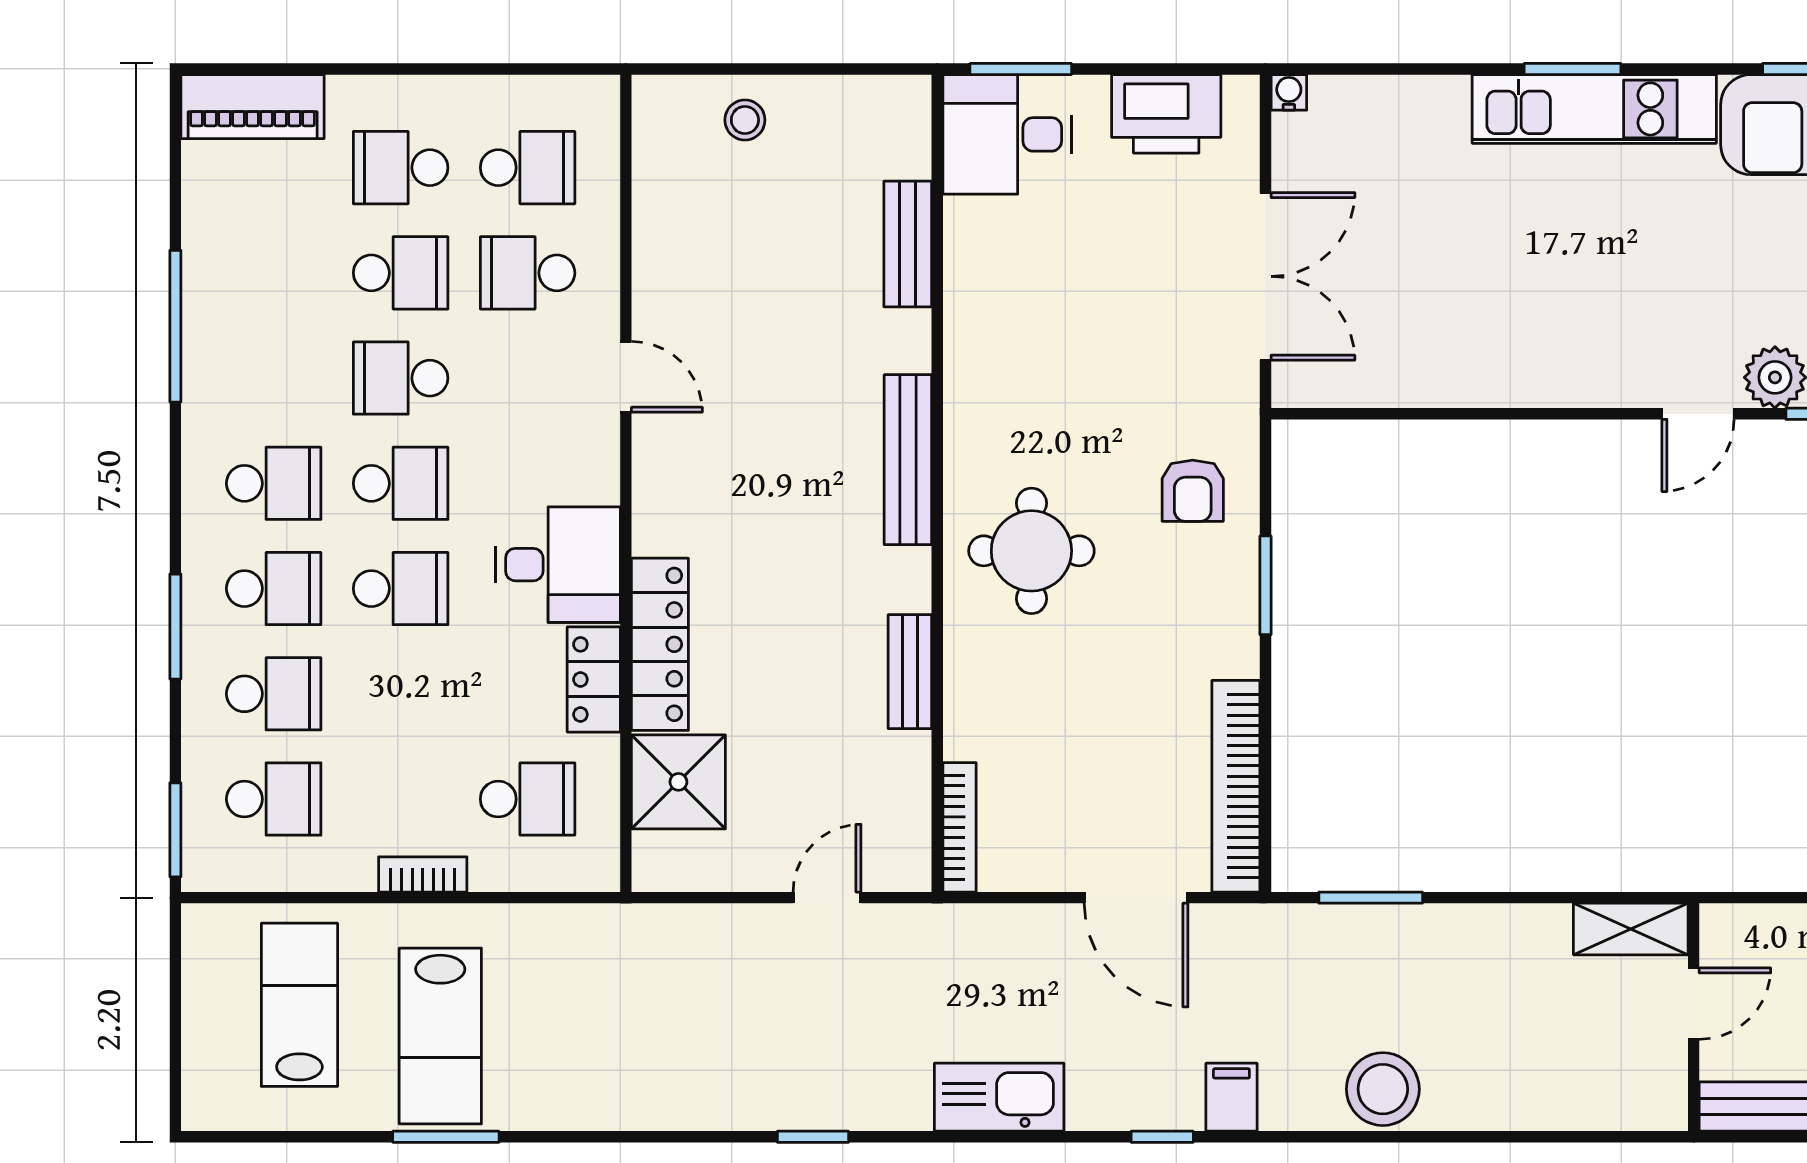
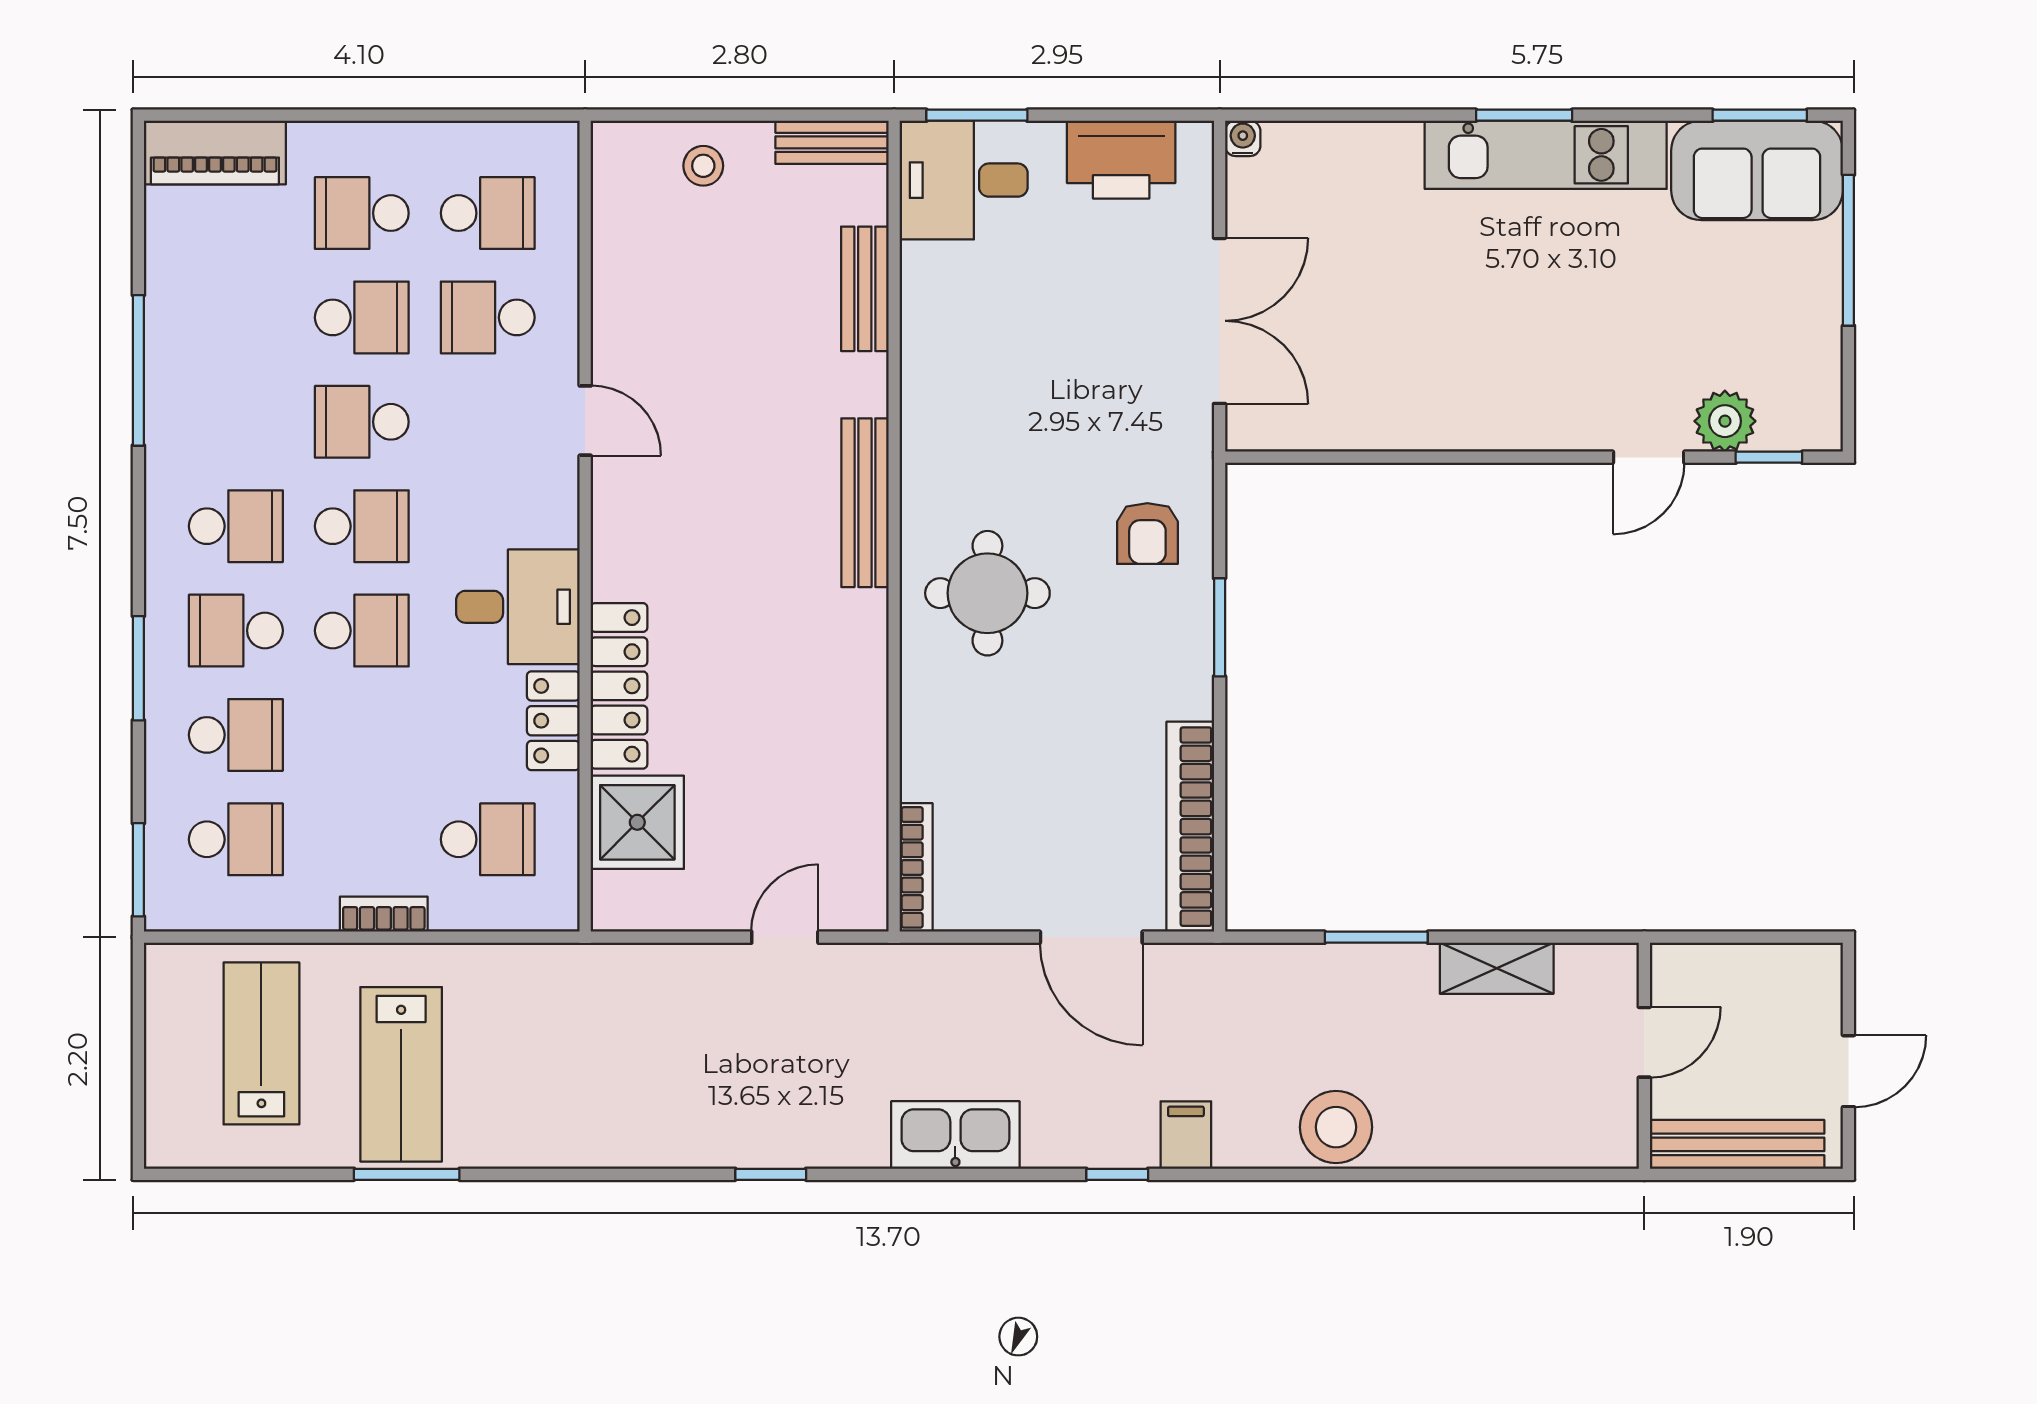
school desk: (274, 589) -> (236, 631), turned 180
bench: (910, 672) -> (832, 142), moved, turned 90
window: (1371, 898) -> (1376, 937), moved
shelving: (1631, 929) -> (1497, 968), moved

